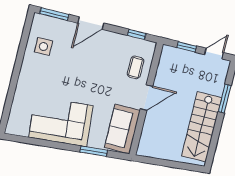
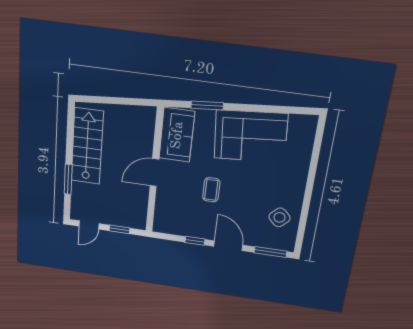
door: (91, 23) -> (228, 246), hinge flipped
window: (137, 34) -> (195, 241), moved
side table: (43, 46) -> (280, 217), turned 45
coffee table: (135, 67) -> (211, 190), moved

